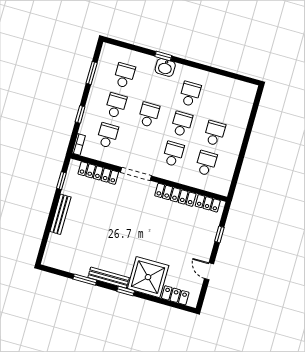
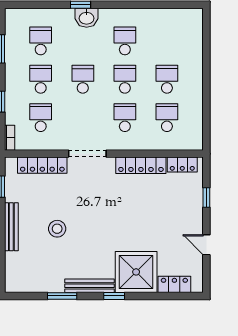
stool: (96, 226) -> (57, 229), added

